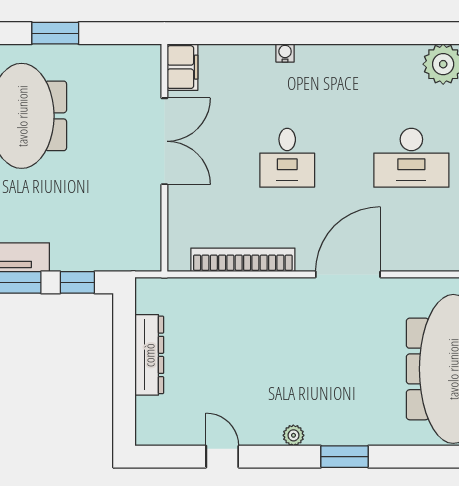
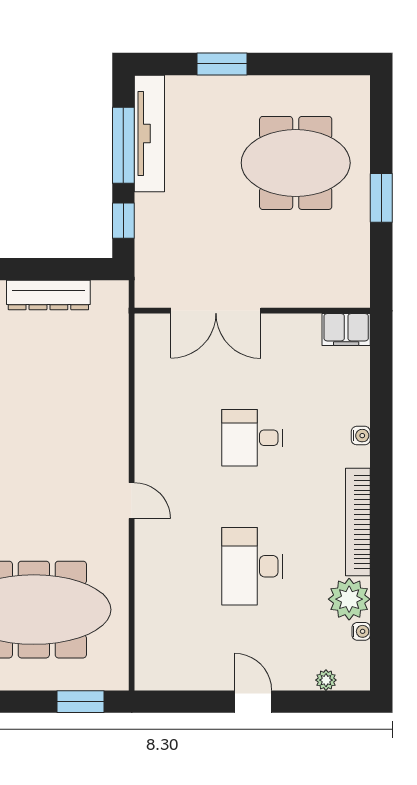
double door: (164, 141) -> (216, 311), moved
bookcase: (243, 260) -> (358, 522), moved, turned 180
door: (348, 274) -> (132, 501), width x0.53

